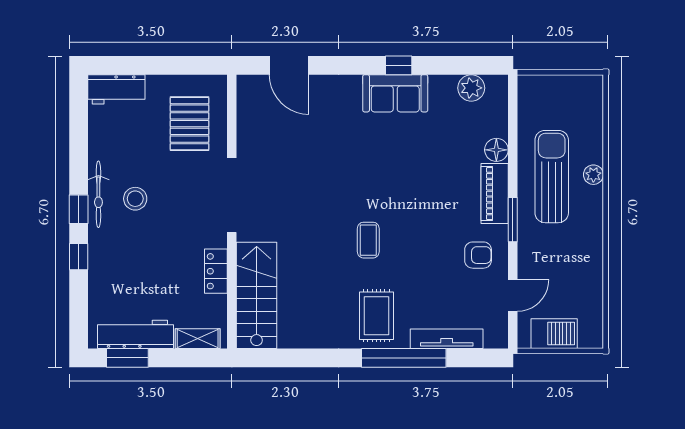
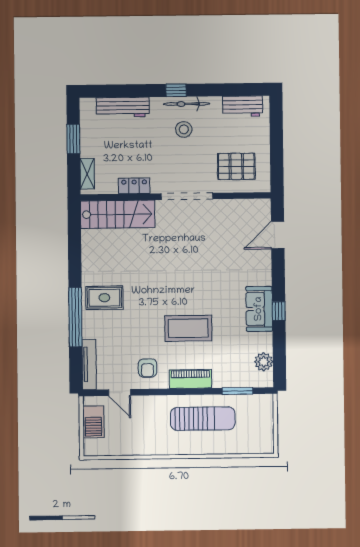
workbench: (116, 89) -> (243, 106), moved, turned -90
floor lamp: (496, 150) -> (221, 380), removed
plant: (593, 175) -> (204, 448), removed
window: (513, 220) -> (237, 391), moved
coffee table: (368, 240) -> (188, 328), moved, width x1.86, depth x1.72
window: (79, 257) -> (143, 91), removed
workbench: (136, 334) -> (123, 107), moved, turned 90
tv unit: (447, 339) -> (89, 364), moved
window: (127, 358) -> (73, 139), moved

